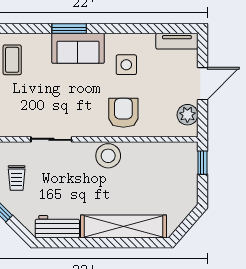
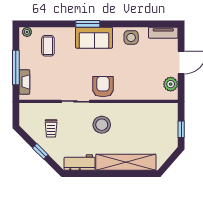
side table: (126, 65) -> (131, 37), moved
armchair: (123, 113) -> (103, 87), moved
stool: (108, 156) -> (102, 125), moved
window: (202, 163) -> (181, 129), moved

